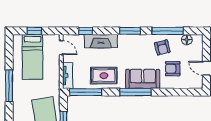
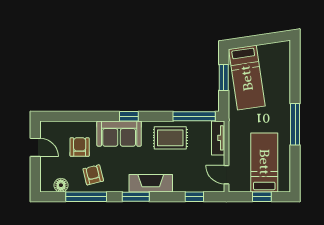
fireplace: (101, 41) -> (151, 183), moved
armchair: (173, 69) -> (80, 147), turned -90
window: (135, 92) -> (129, 116), width x0.46

